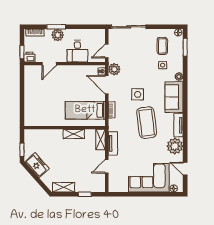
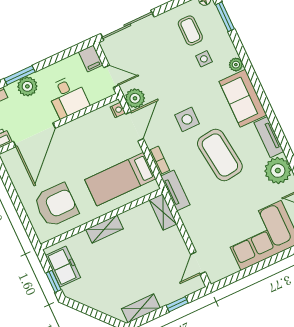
filing cabinet: (100, 36) -> (91, 59), added
door: (107, 51) -> (111, 76), swing flipped
door: (49, 64) -> (34, 135), width x1.88
door: (107, 85) -> (134, 126), swing flipped
armchair: (43, 108) -> (56, 205), added
shelving: (74, 134) -> (105, 229), moved
tv unit: (113, 143) -> (175, 191), moved
freezer: (37, 165) -> (63, 266), moved, turned 42
door: (107, 166) -> (198, 263), moved

